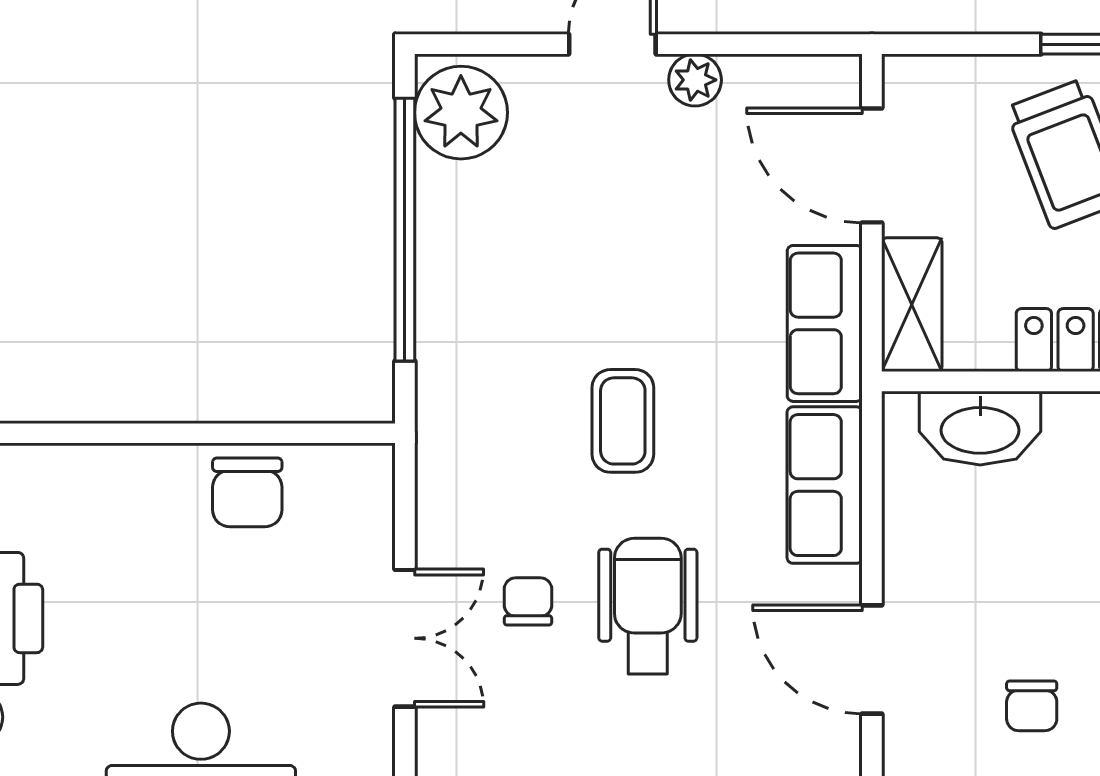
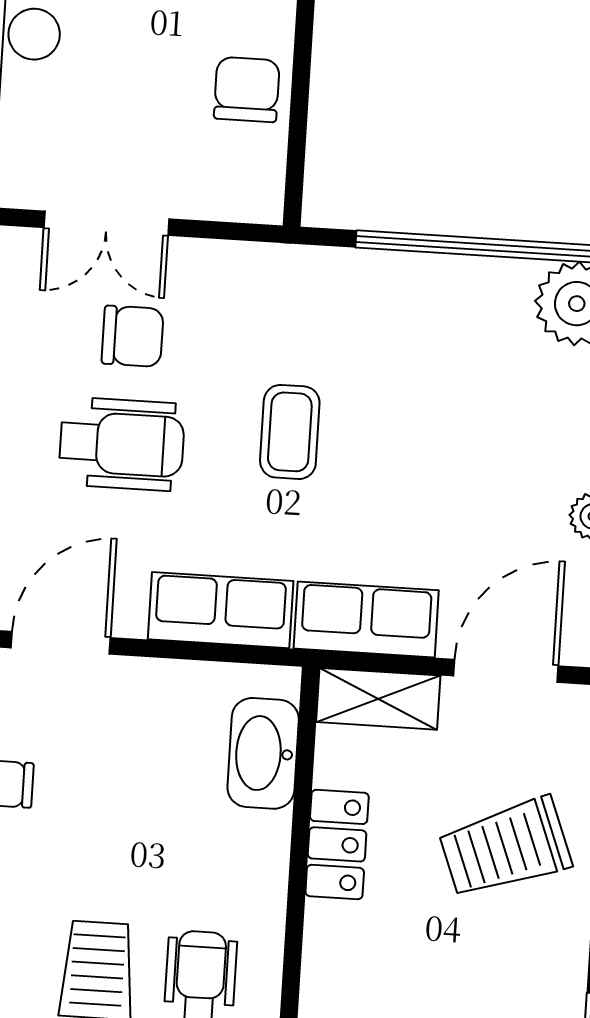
coffee table: (623, 421) -> (290, 432), turned 90
chair: (247, 492) -> (247, 89), turned 90
chair: (528, 601) -> (133, 336), width x1.37, depth x1.37

